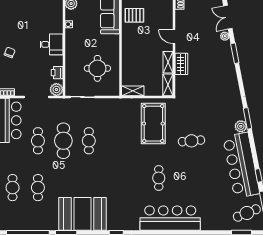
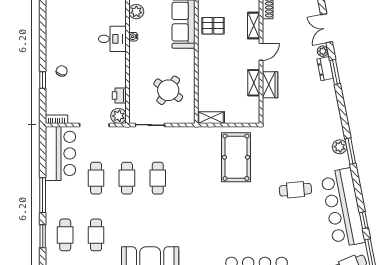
door: (174, 37) -> (261, 52), swing flipped
desk: (51, 44) -> (112, 39), moved
dresser: (227, 51) -> (325, 69), added
round table: (97, 68) -> (168, 90), turned 35
shelving: (168, 85) -> (254, 25), moved
plant: (241, 126) -> (340, 147), moved
cafe table: (63, 141) -> (127, 178), width x0.73, depth x0.74
cafe table: (191, 141) -> (295, 190), moved
cafe table: (159, 178) -> (243, 223), removed

